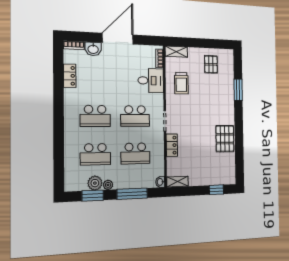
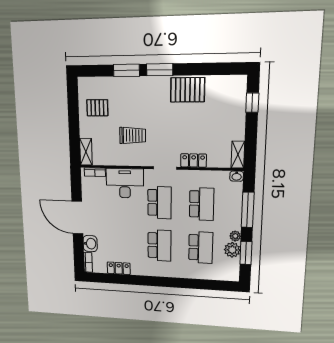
desk: (151, 81) -> (125, 183), width x1.37
trolley: (181, 83) -> (133, 136), moved
window: (239, 116) -> (160, 70), added

